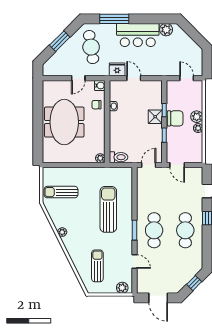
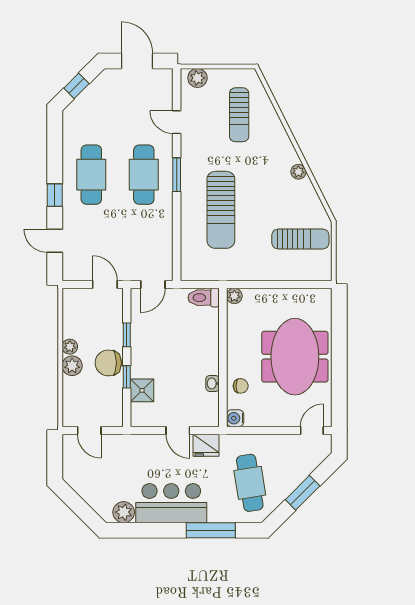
door: (78, 78) -> (312, 431), moved
shower: (155, 117) -> (142, 390), moved

